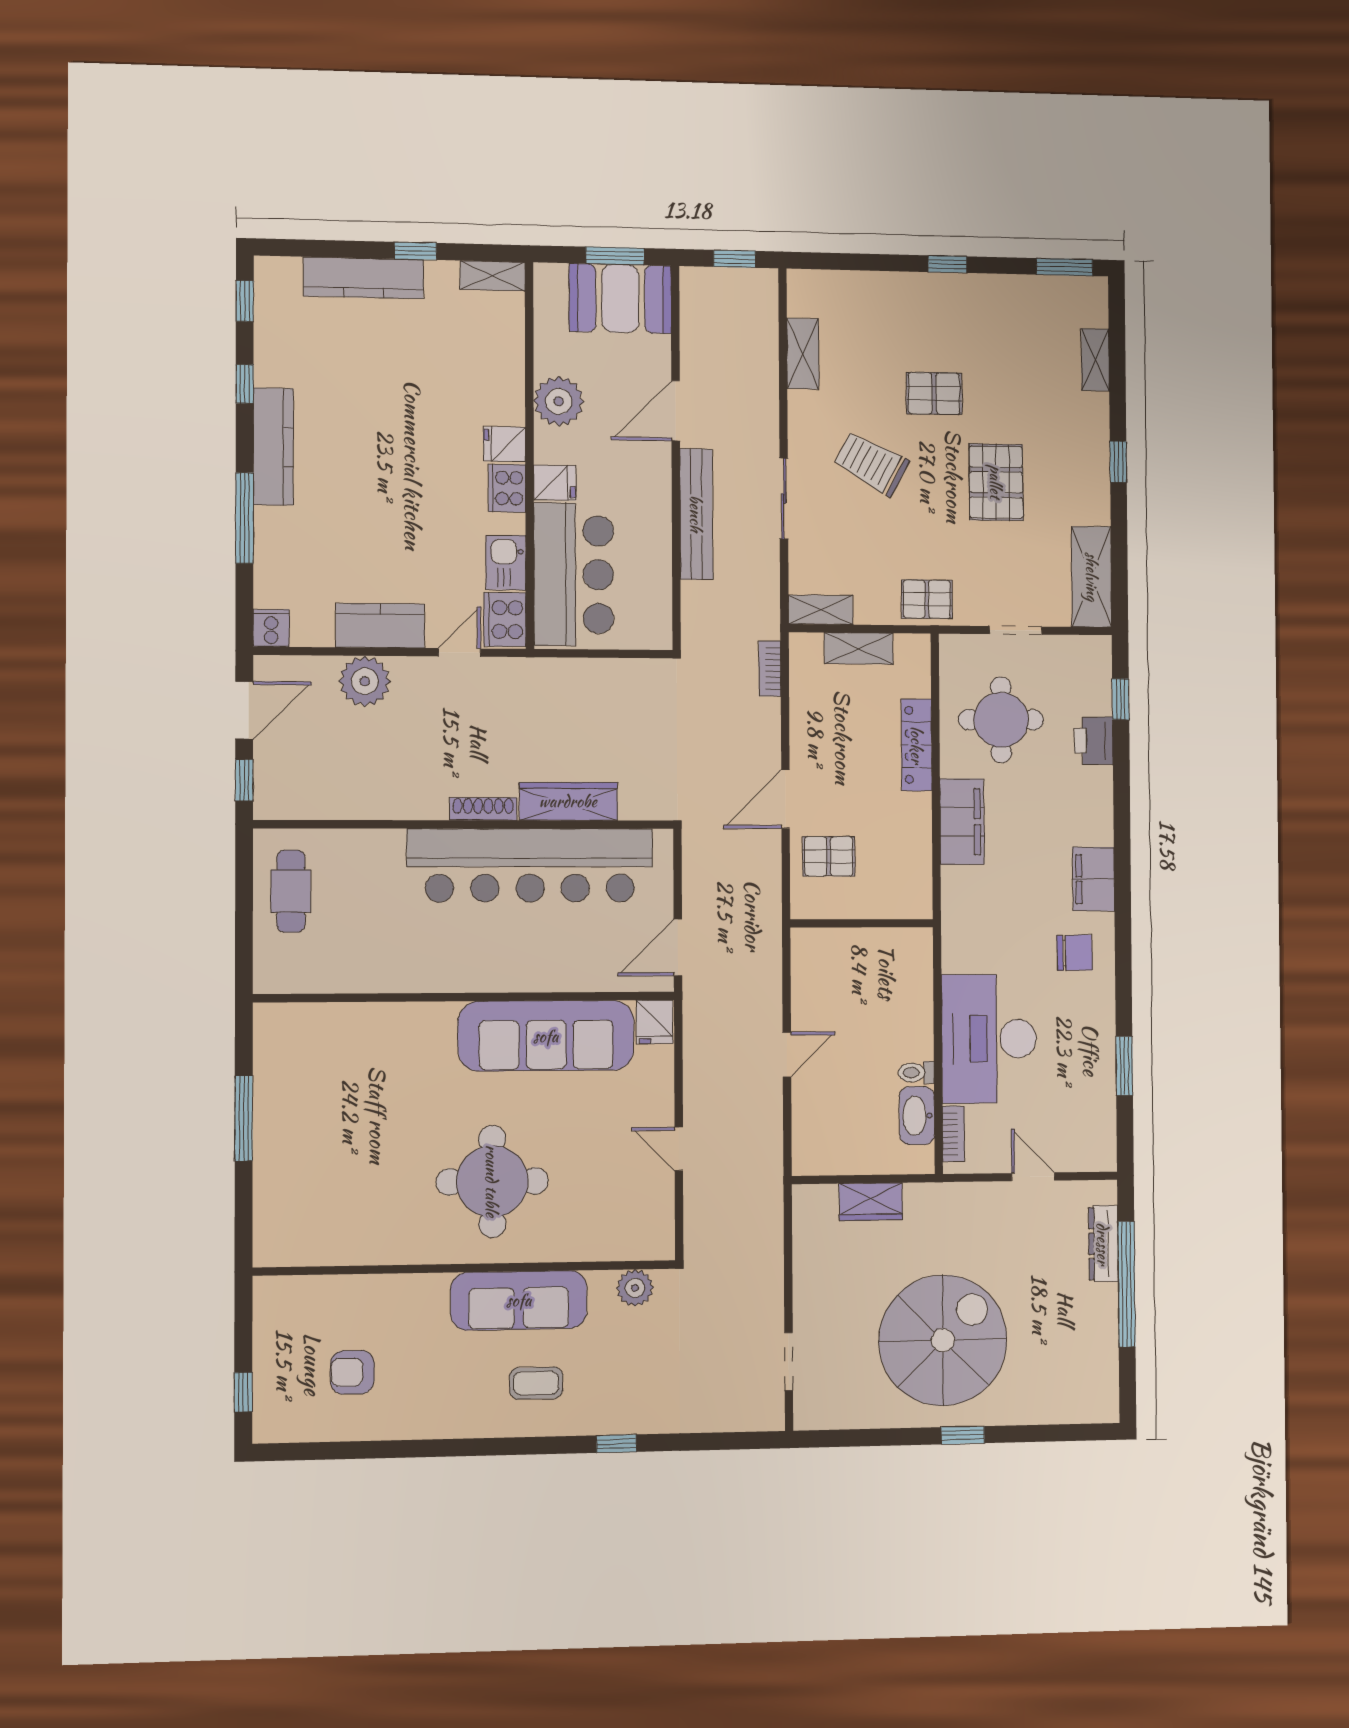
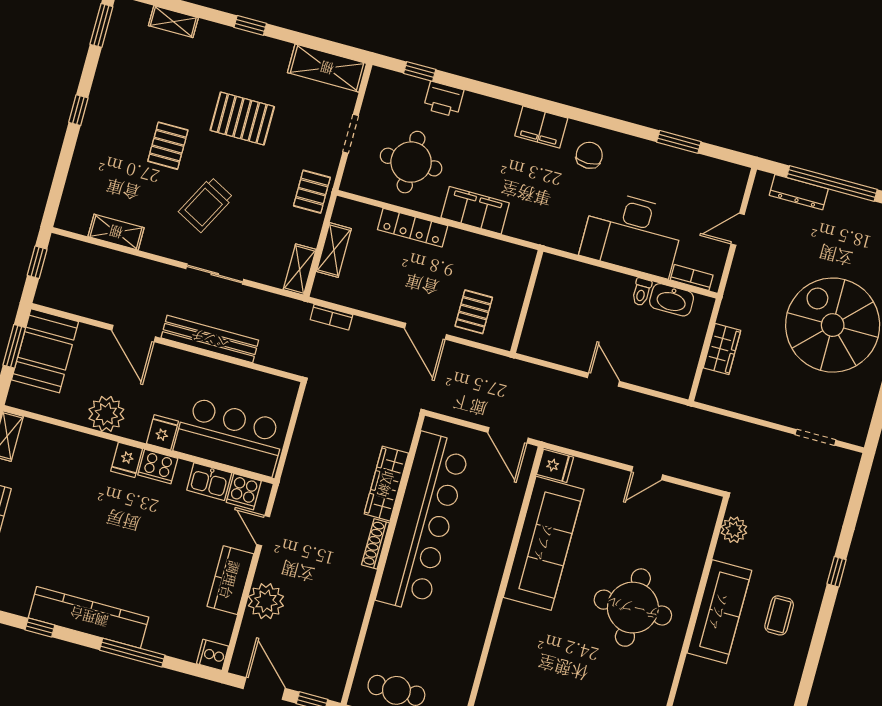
kitchen counter: (273, 447) -> (89, 617), width x1.39, depth x1.17
cooker: (505, 620) -> (244, 492), width x0.73

